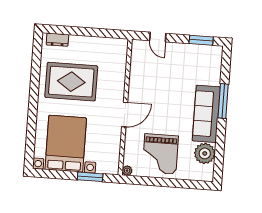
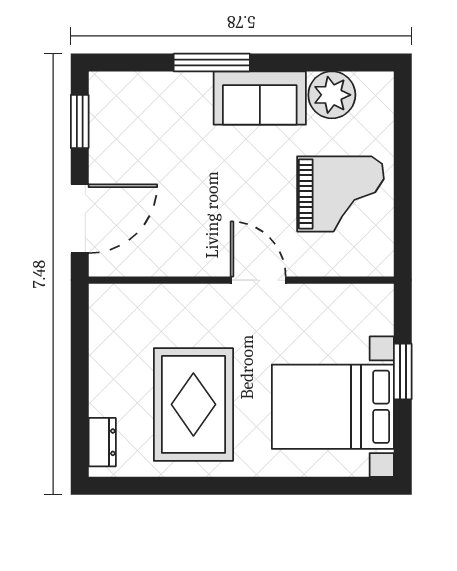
door: (158, 37) -> (80, 219), width x1.87
sofa: (206, 114) -> (260, 98), width x0.73
plant: (127, 171) -> (383, 265), removed
window: (90, 177) -> (403, 372), moved

